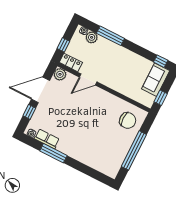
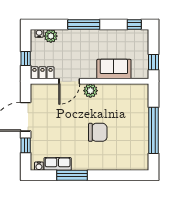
window: (111, 36) -> (84, 25), moved
plant: (60, 74) -> (90, 91), moved
sofa: (156, 80) -> (114, 69), moved, turned 90
chair: (128, 120) -> (98, 132), moved

